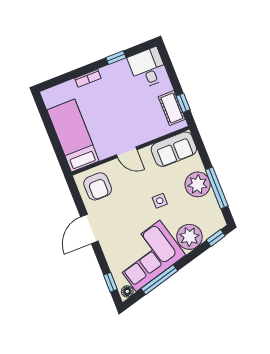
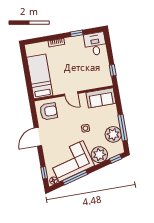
cot: (172, 108) -> (105, 72), removed
plant: (198, 184) -> (113, 134), moved
armchair: (98, 186) -> (49, 111), turned -90

